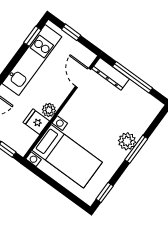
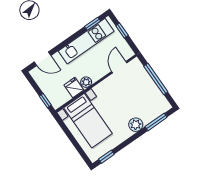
dresser: (110, 74) -> (140, 71), removed
window: (136, 149) -> (156, 122), moved

